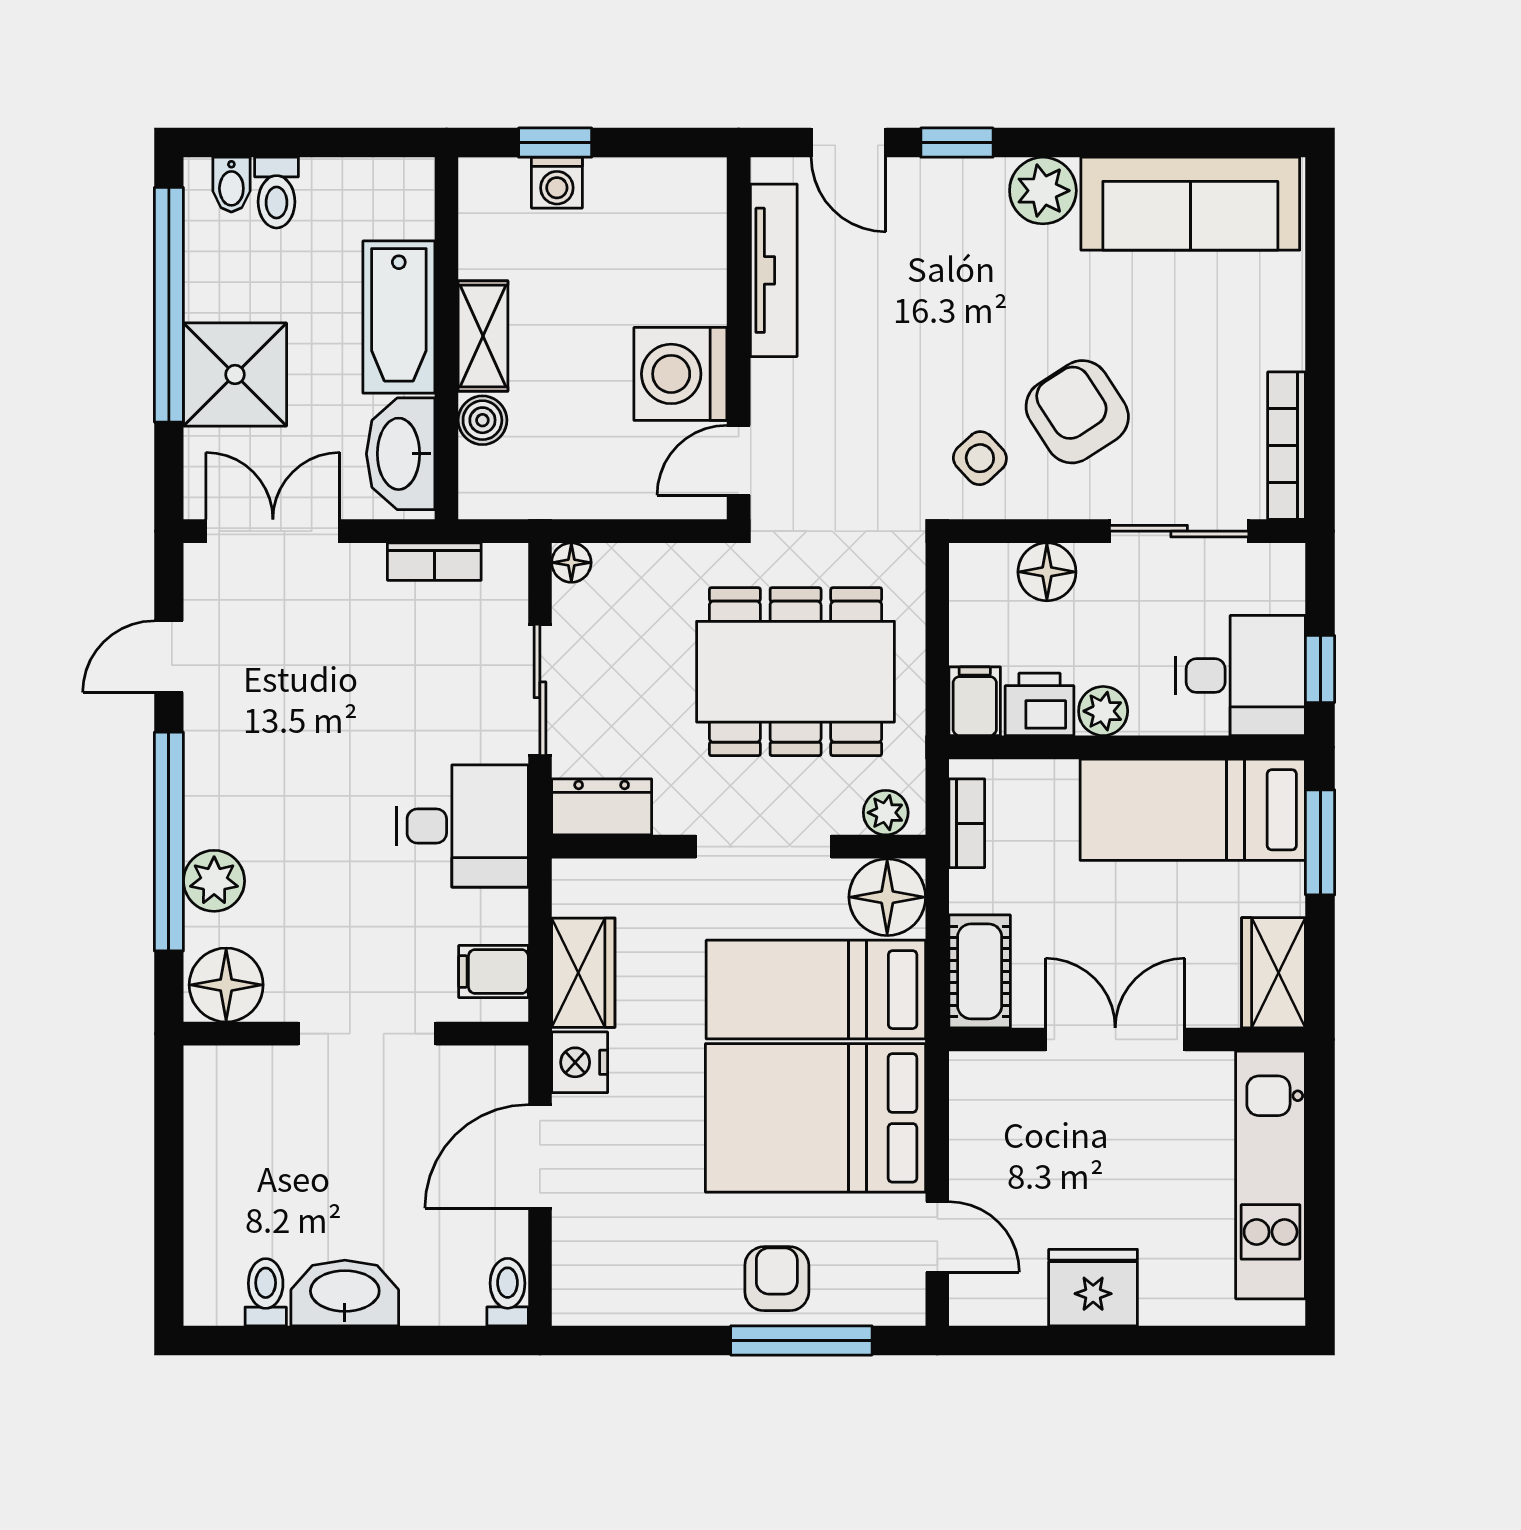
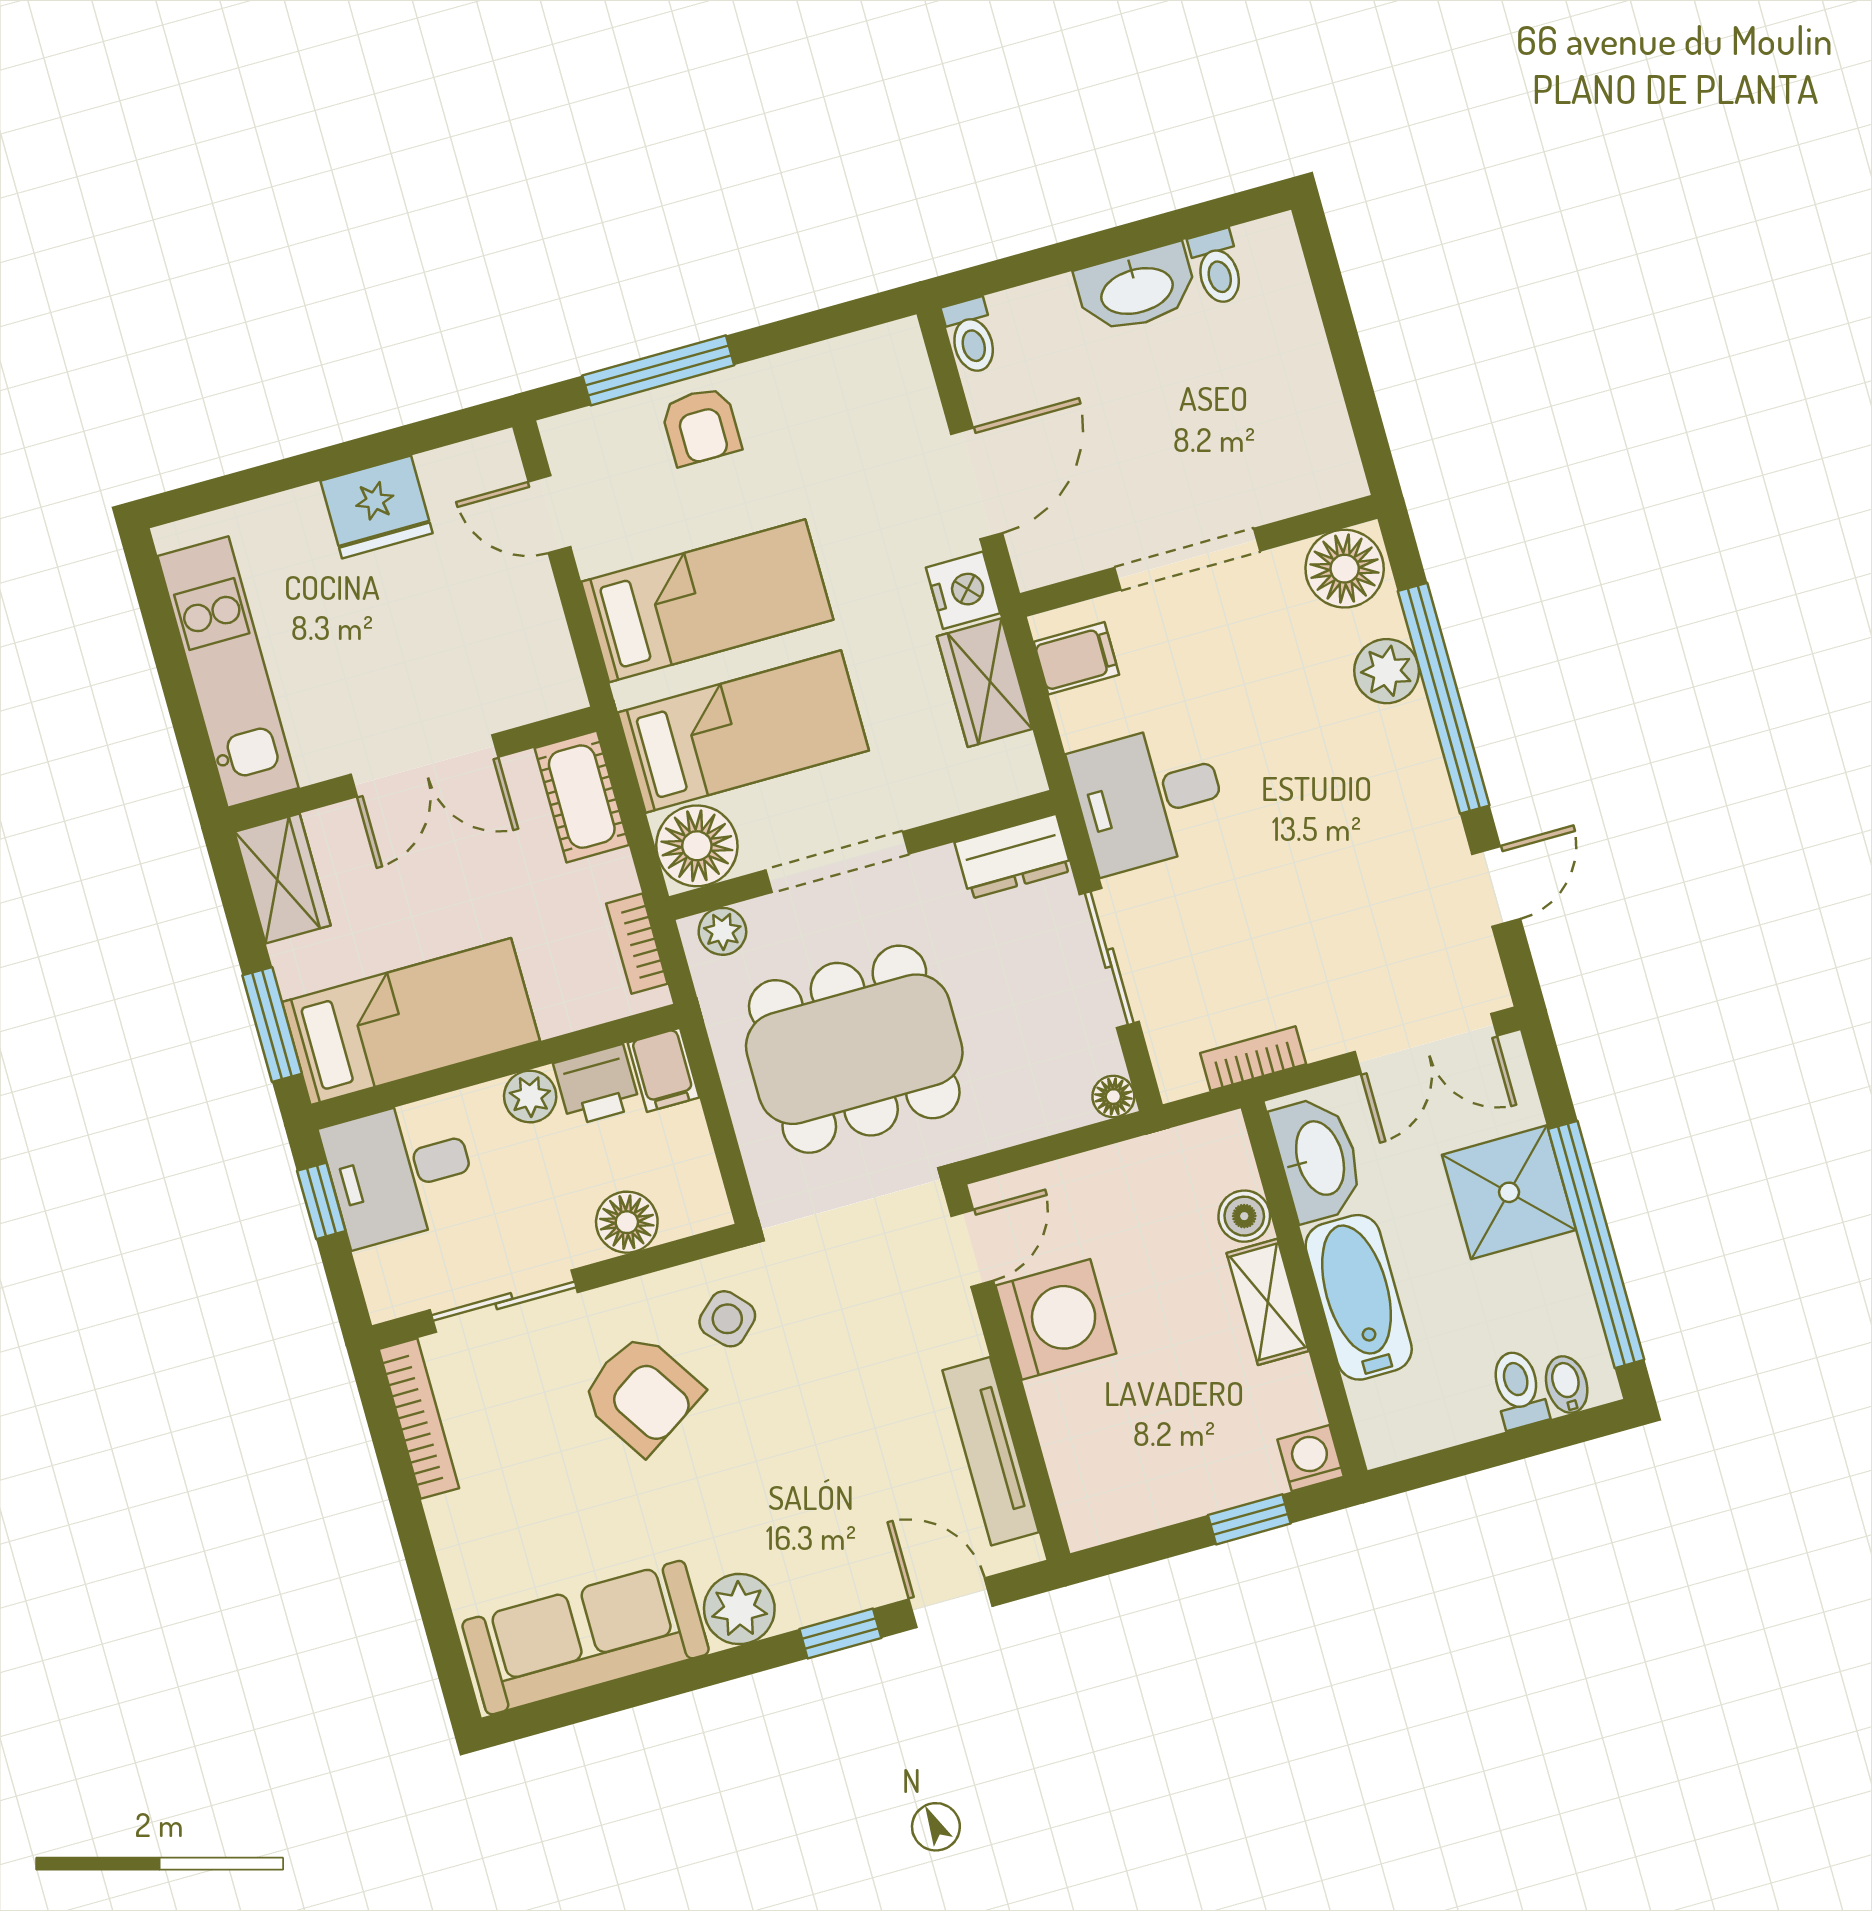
washing machine: (557, 183) -> (1311, 1458), moved
bed: (815, 1118) -> (707, 601), width x0.67

